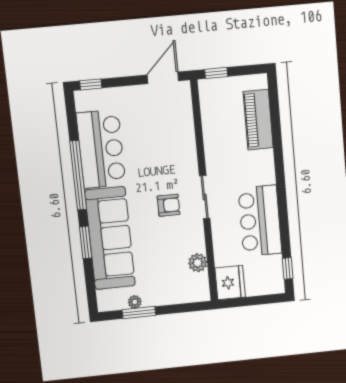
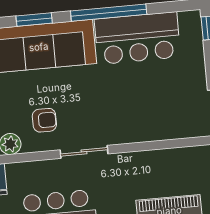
armchair: (169, 205) -> (44, 120), moved, turned -90

